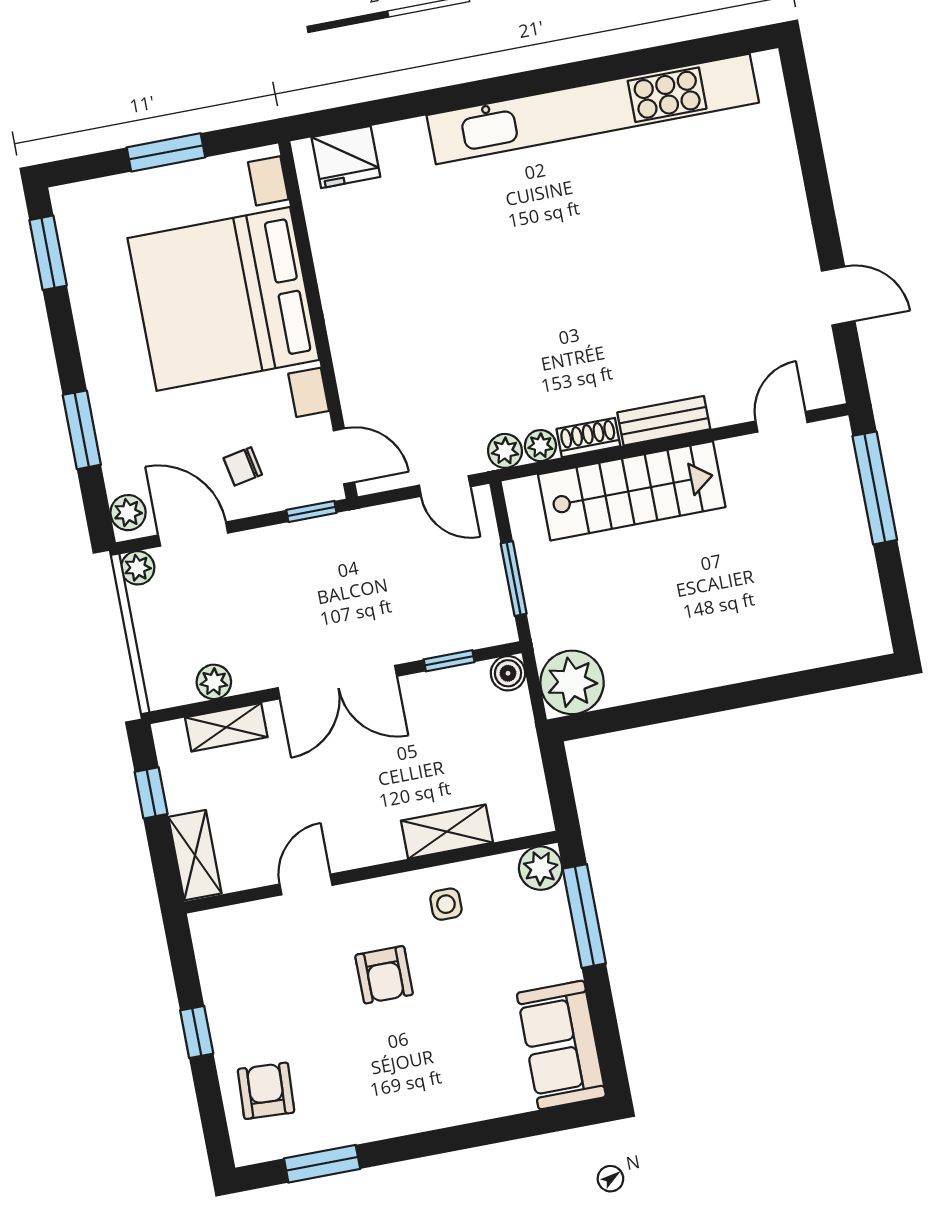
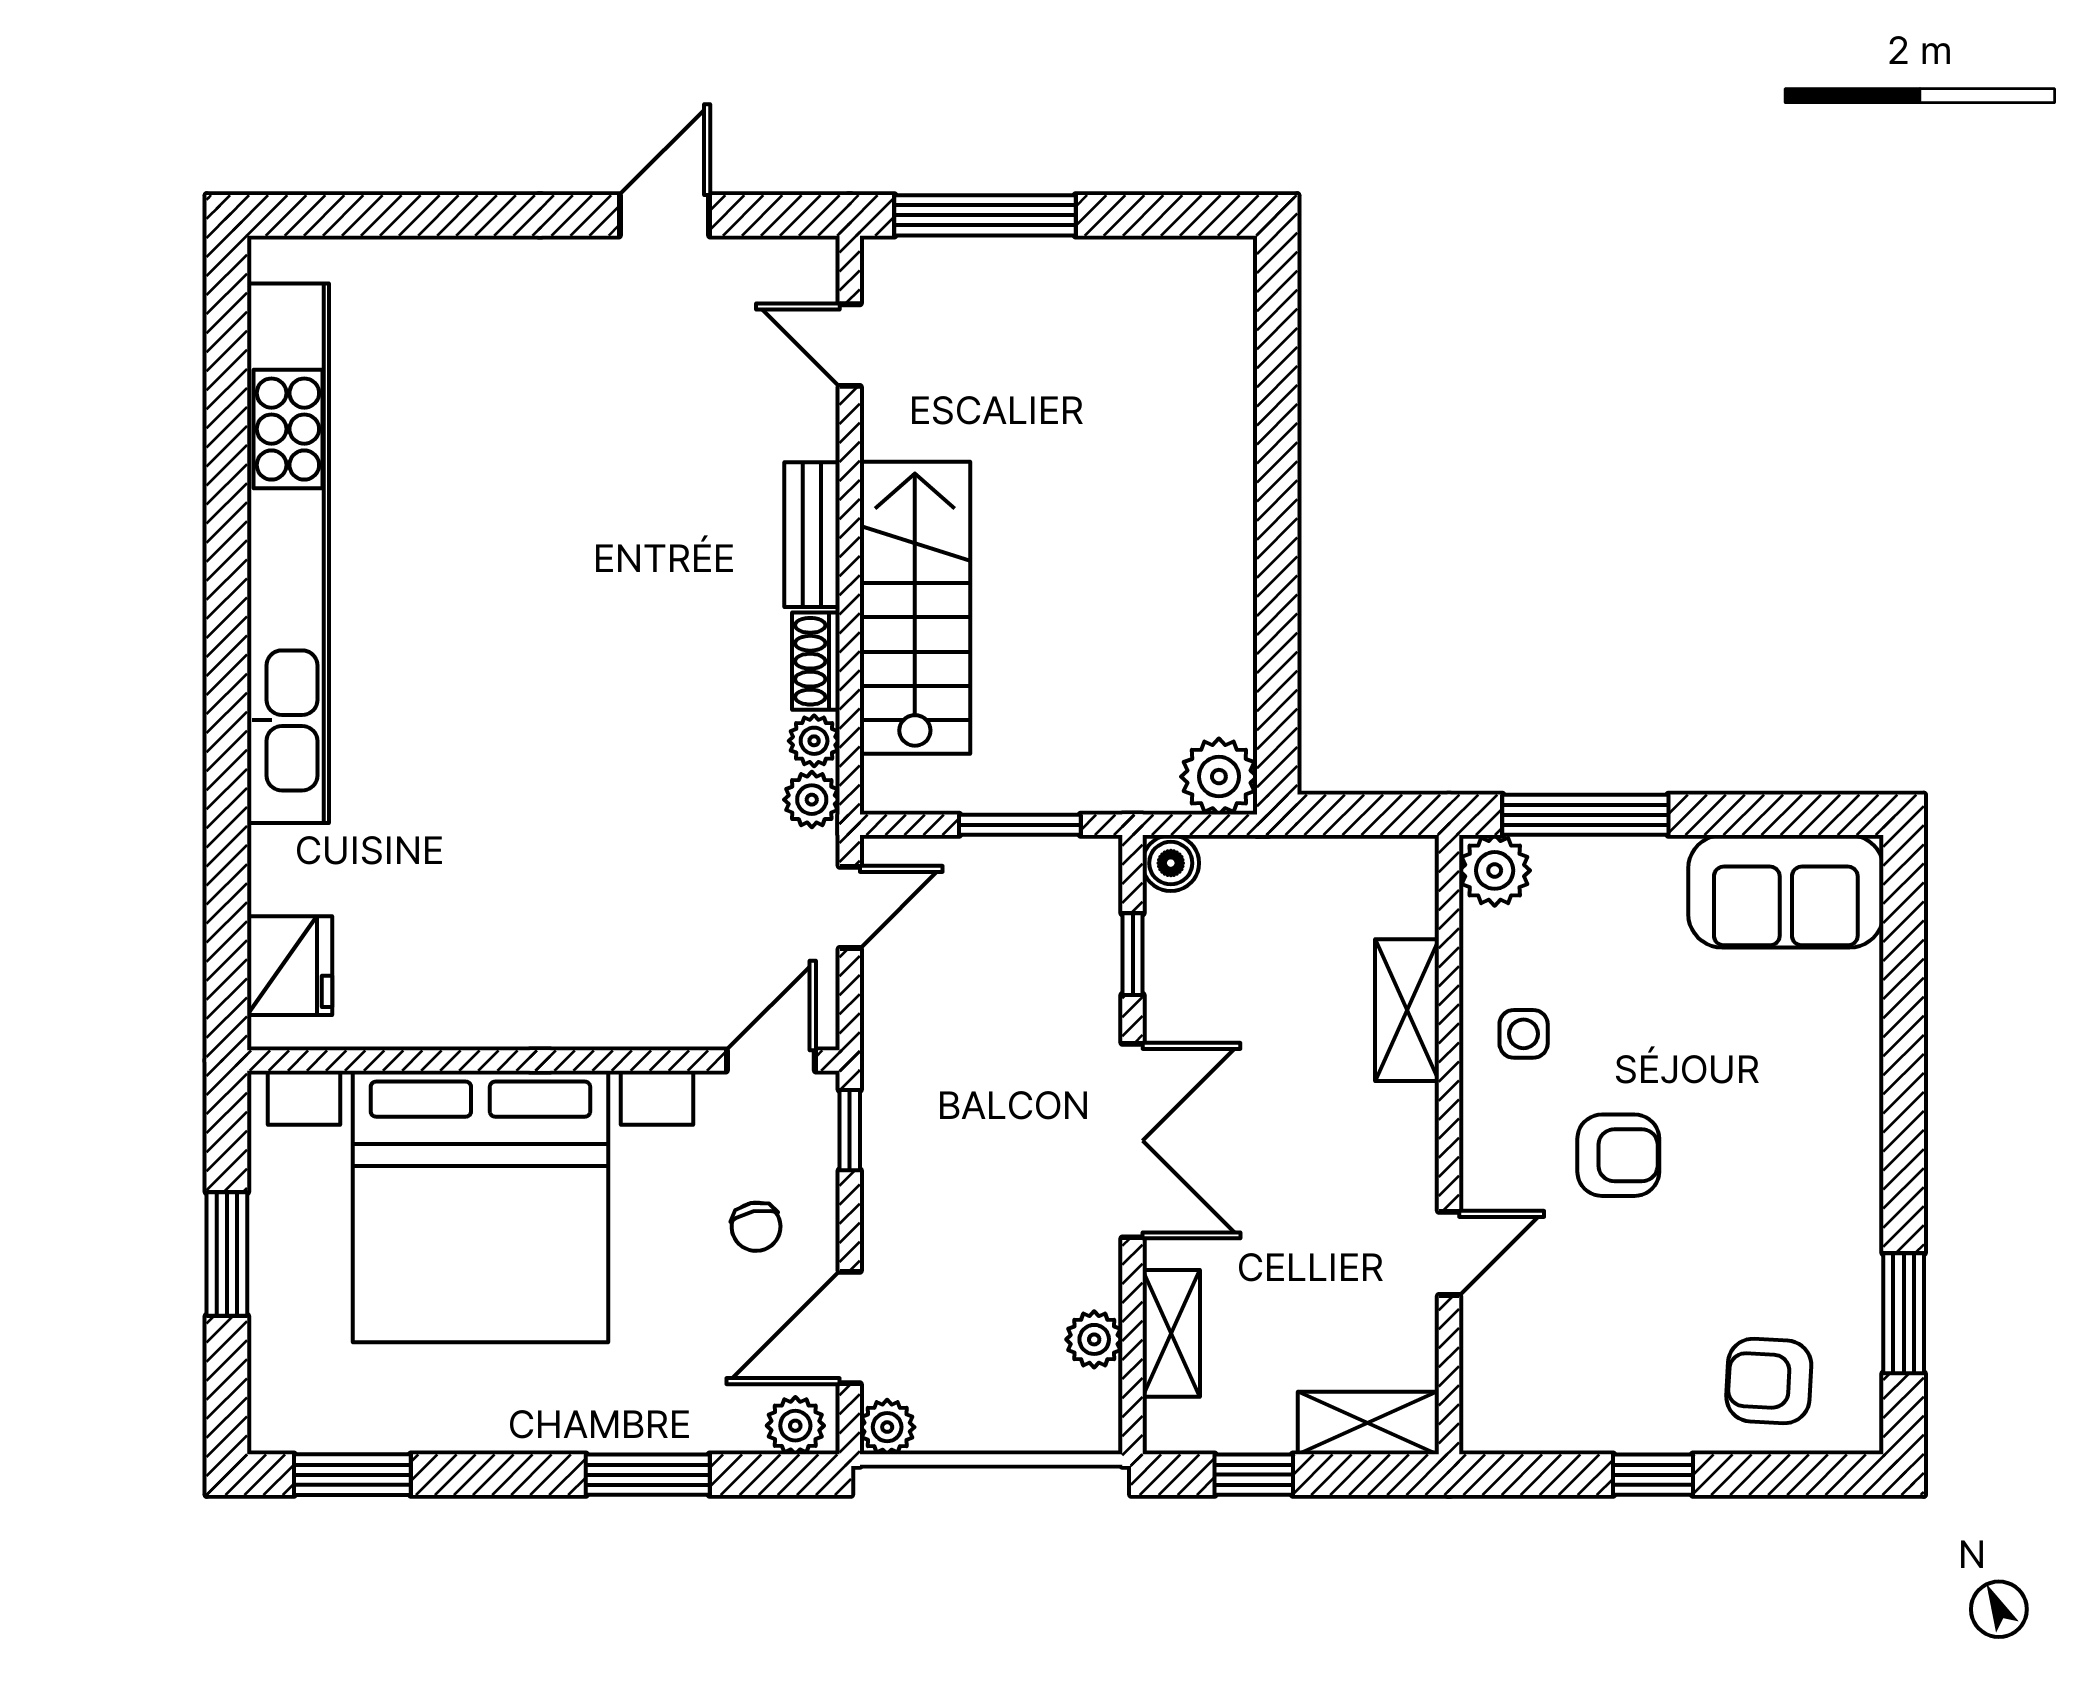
plant: (572, 682) -> (1219, 777), width x0.73, depth x0.73
door: (306, 885) -> (1449, 1253), swing flipped

